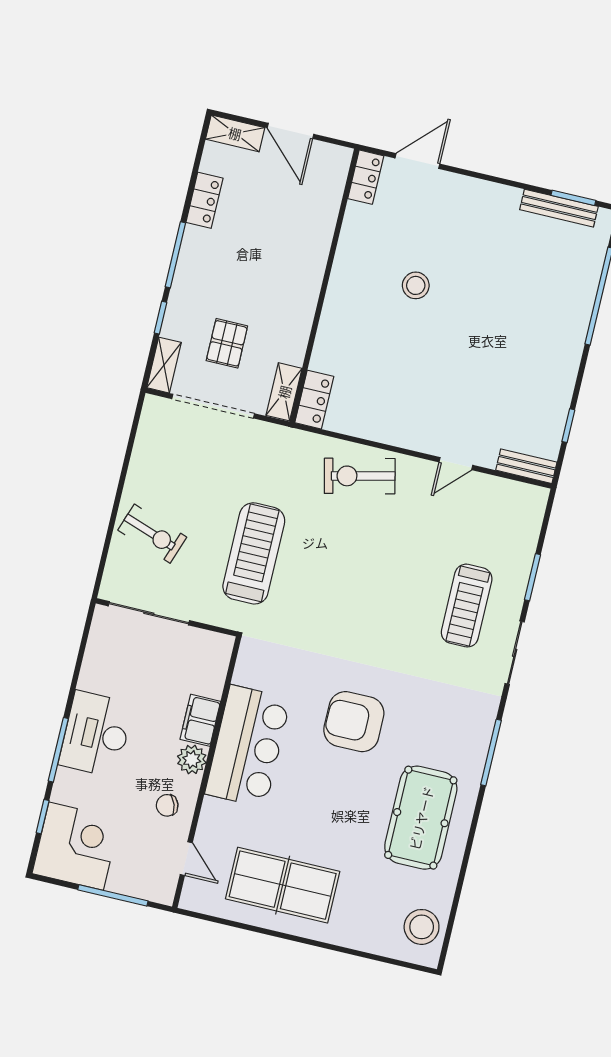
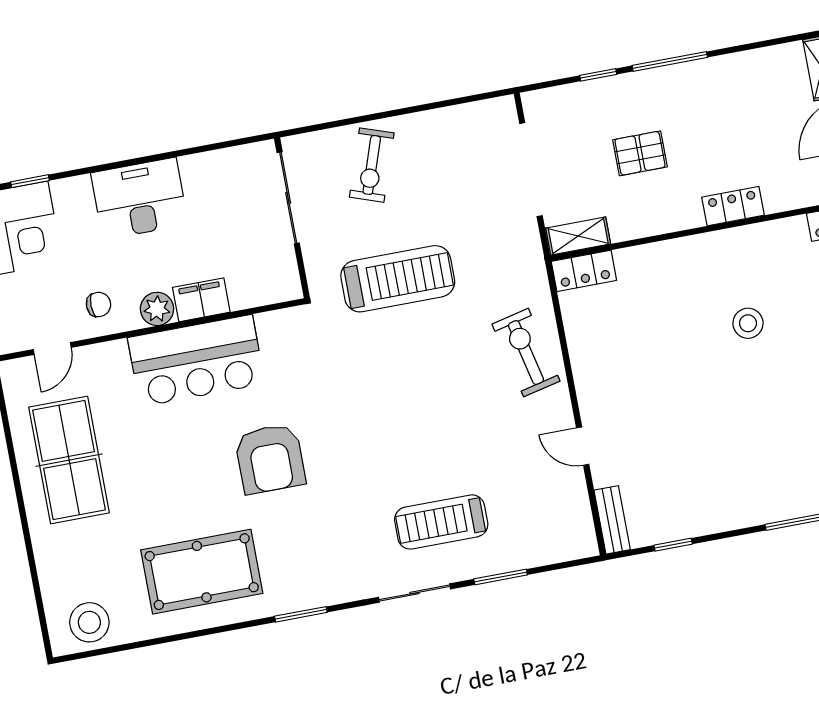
locker: (204, 200) -> (733, 206), moved, turned 180
pallet: (227, 343) -> (640, 153), moved
shelving: (164, 365) -> (551, 100), removed
armchair: (354, 722) -> (270, 459), turned 180
window: (58, 750) -> (106, 167), removed
window: (491, 753) -> (301, 614), width x0.69
chair: (167, 805) -> (98, 304), turned 109

